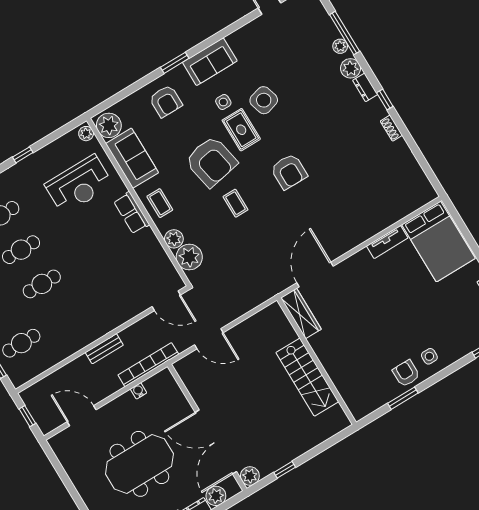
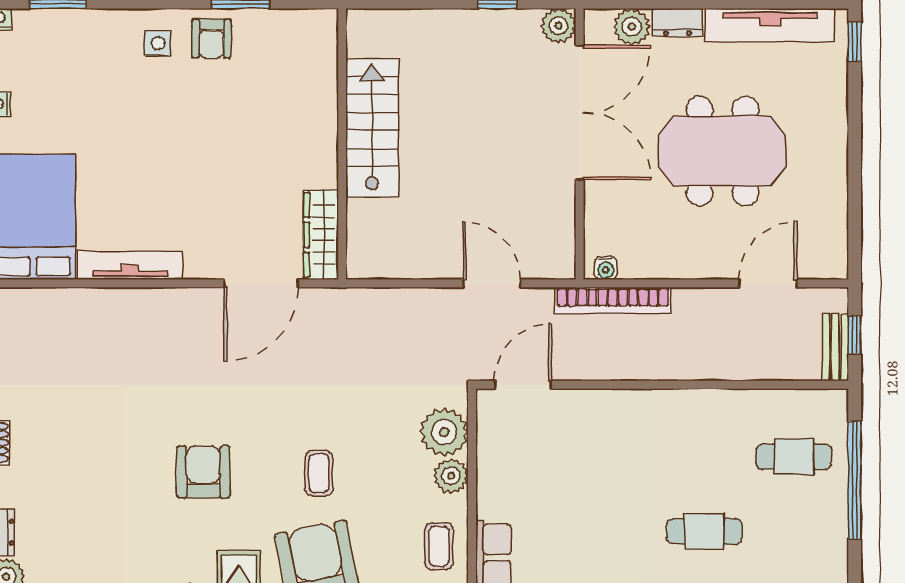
tv unit: (387, 242) -> (130, 265), width x1.41
door: (166, 301) -> (523, 385), hinge flipped
bench: (104, 349) -> (835, 347), moved, turned 90
water cooler: (138, 391) -> (606, 268), moved
door: (82, 416) -> (768, 283), swing flipped

